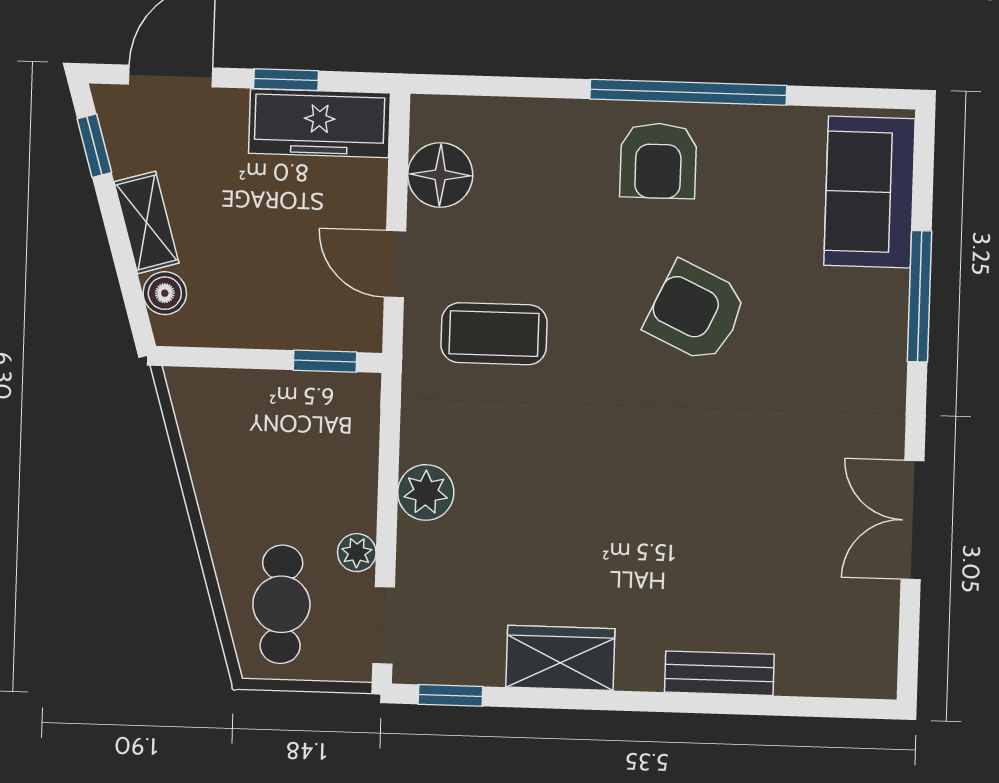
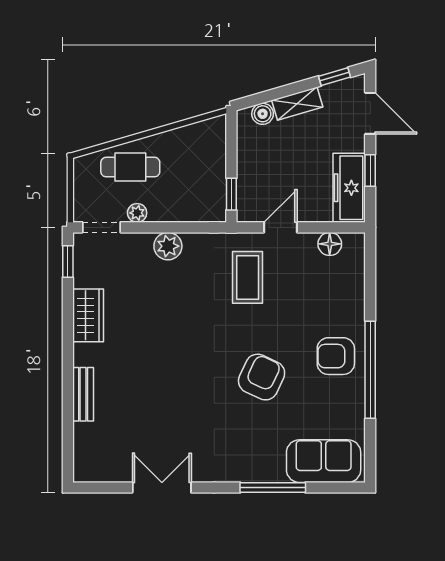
floor lamp: (440, 175) -> (330, 244), width x0.73, depth x0.73
cafe table: (281, 604) -> (130, 167), moved

